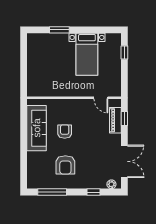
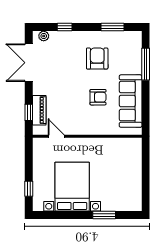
bed with nightstands: (87, 54) -> (72, 187), width x1.36
armchair: (65, 132) -> (98, 97), turned -90
window: (24, 160) -> (146, 64), added
window: (52, 192) -> (113, 27), width x0.69

